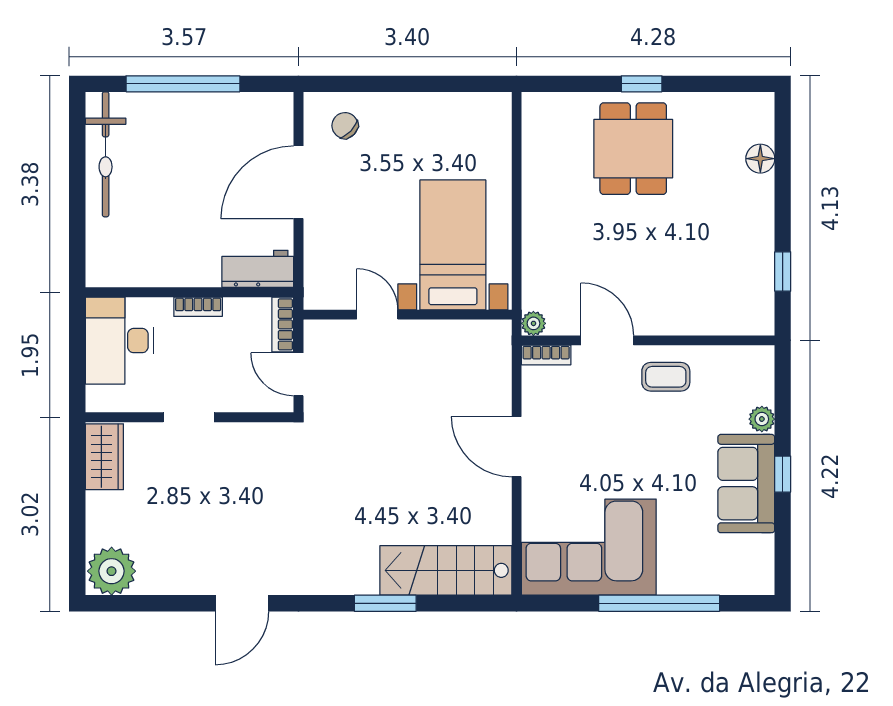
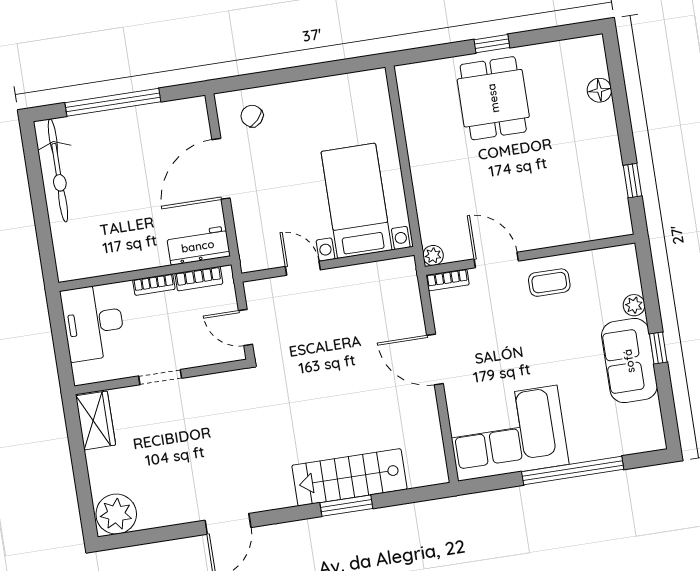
bookcase: (283, 324) -> (199, 279), moved, turned -90
stairs: (446, 570) -> (349, 477), moved

